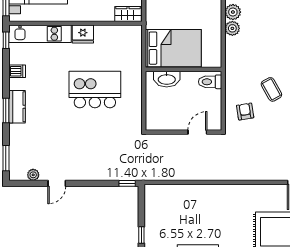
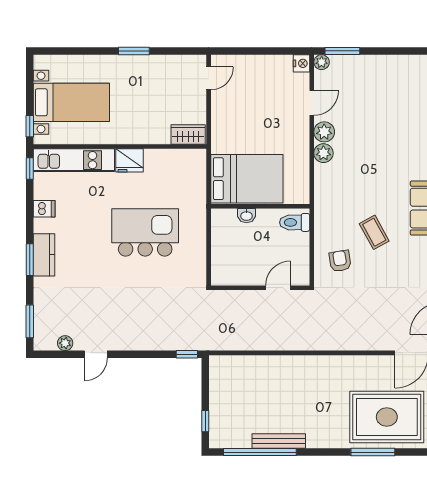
washbasin: (167, 79) -> (246, 216), width x0.52, depth x0.69

